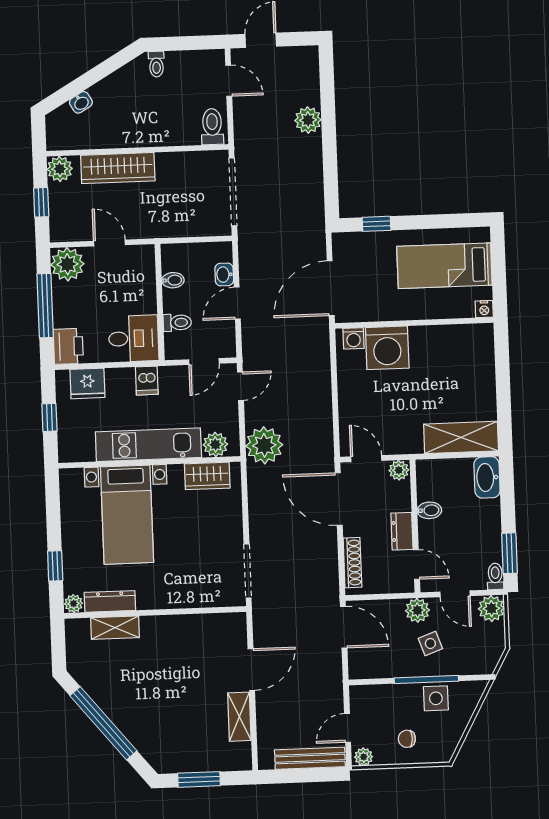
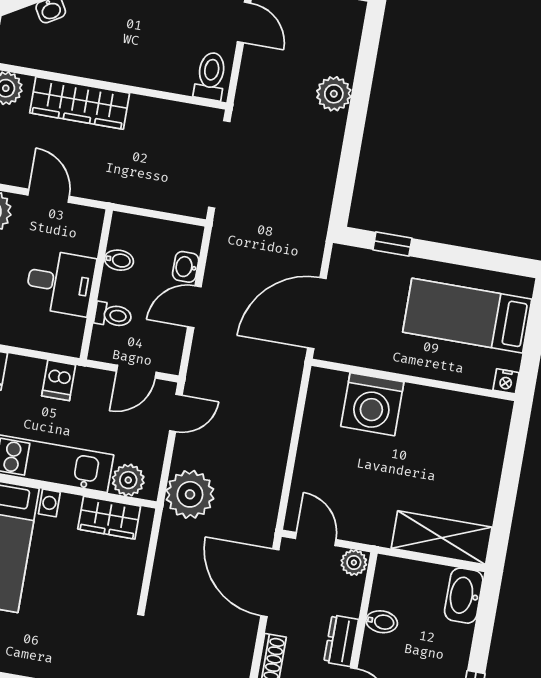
desk: (134, 338) -> (60, 283), moved
washing machine: (354, 338) -> (332, 383), removed

